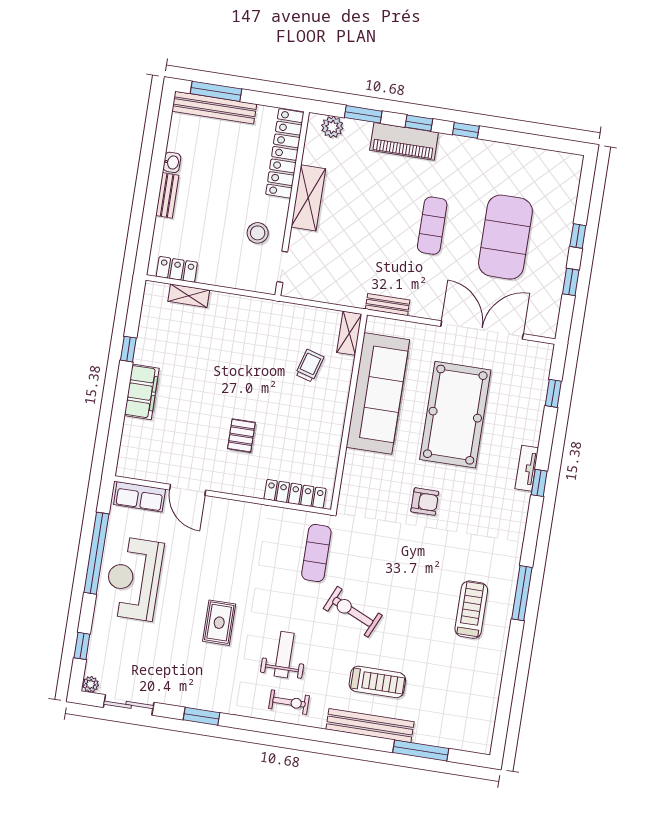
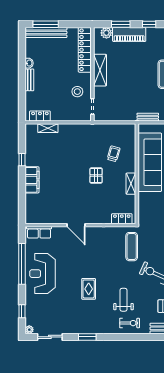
piano: (404, 141) -> (129, 34), moved
shelving: (349, 333) -> (131, 184), moved
pallet: (241, 436) -> (96, 176), moved
door: (188, 490) -> (76, 225), moved
locker: (295, 494) -> (122, 219), width x0.66

